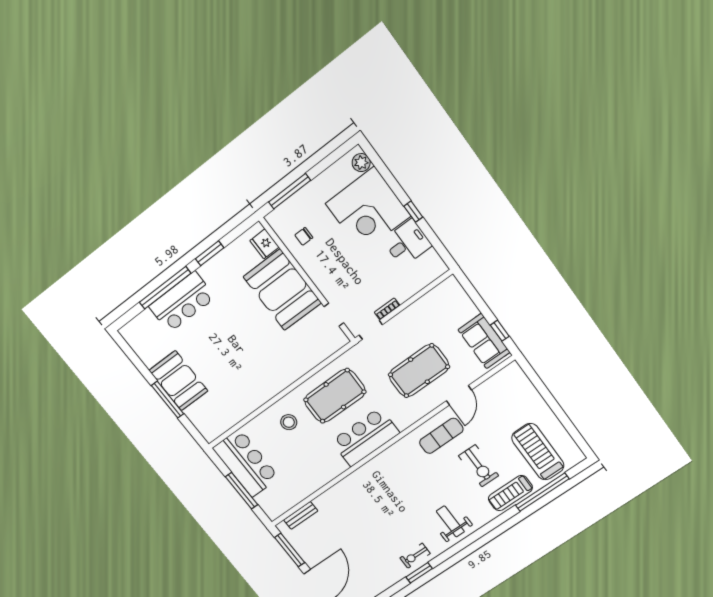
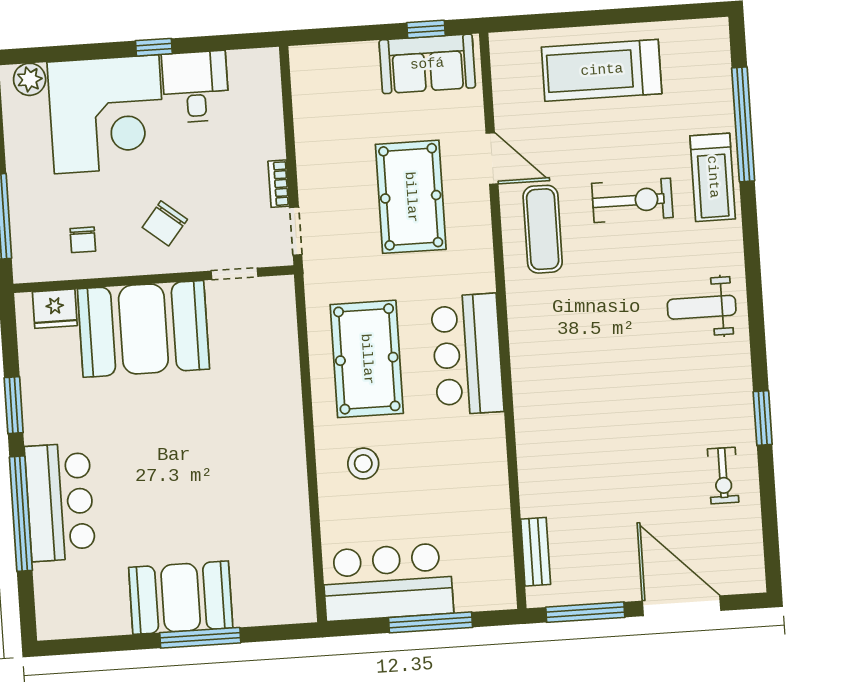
chair: (336, 269) -> (165, 223), added
treadmill: (538, 452) -> (602, 70), moved
exercise bike: (415, 556) -> (723, 476), moved

